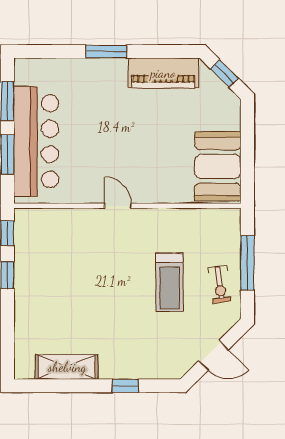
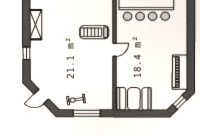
window: (106, 51) -> (191, 44), removed
treadmill: (169, 282) -> (94, 32), moved
door: (213, 355) -> (41, 96), hinge flipped

